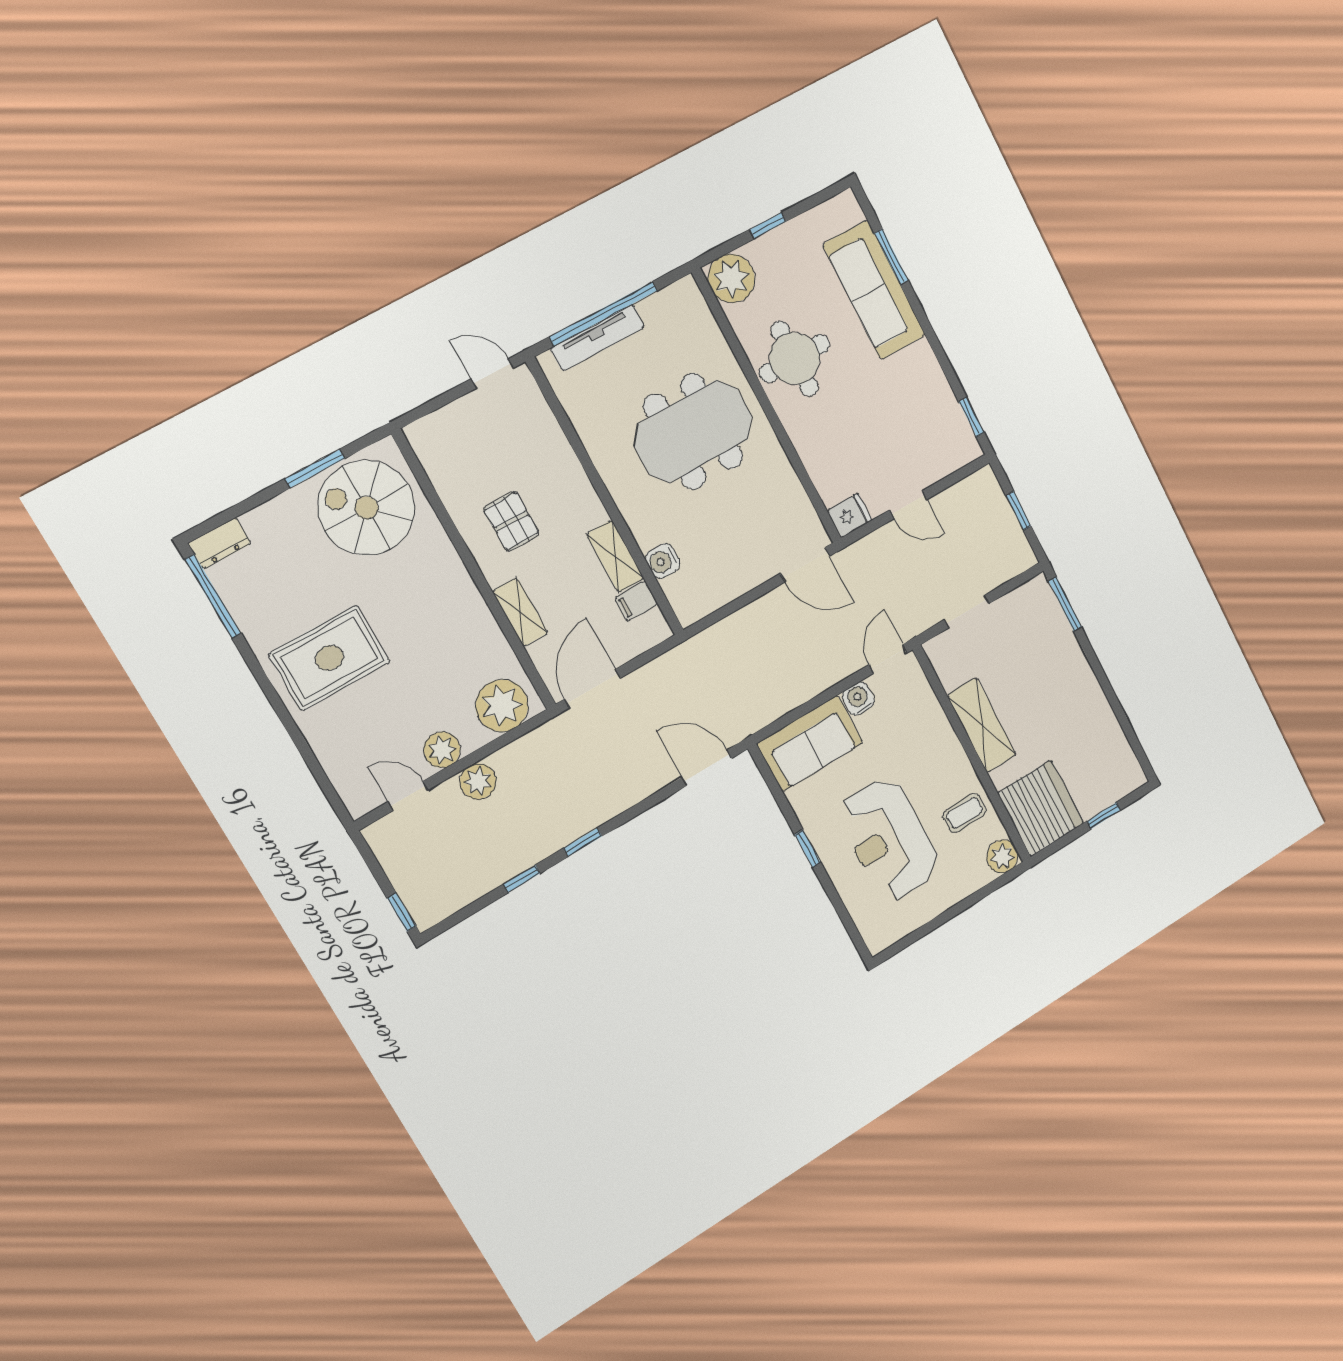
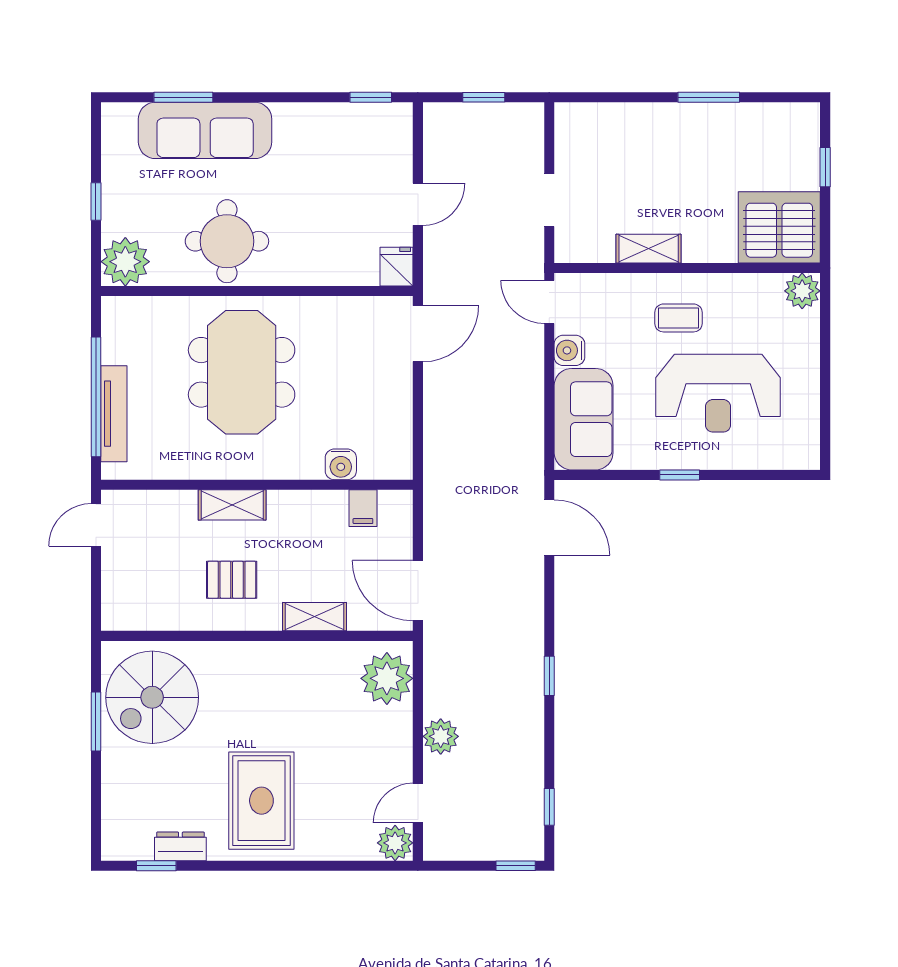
dresser: (219, 543) -> (180, 846), moved, turned -90
shelving: (615, 556) -> (232, 505), moved
window: (213, 596) -> (156, 866), width x0.46
window: (1065, 604) -> (709, 97), moved
shelving: (982, 725) -> (649, 249), width x0.67, depth x0.75
plant: (442, 750) -> (395, 843), moved
door: (707, 768) -> (549, 528), swing flipped
coffee table: (965, 813) -> (679, 318), moved, turned 90
window: (522, 879) -> (549, 807), moved

